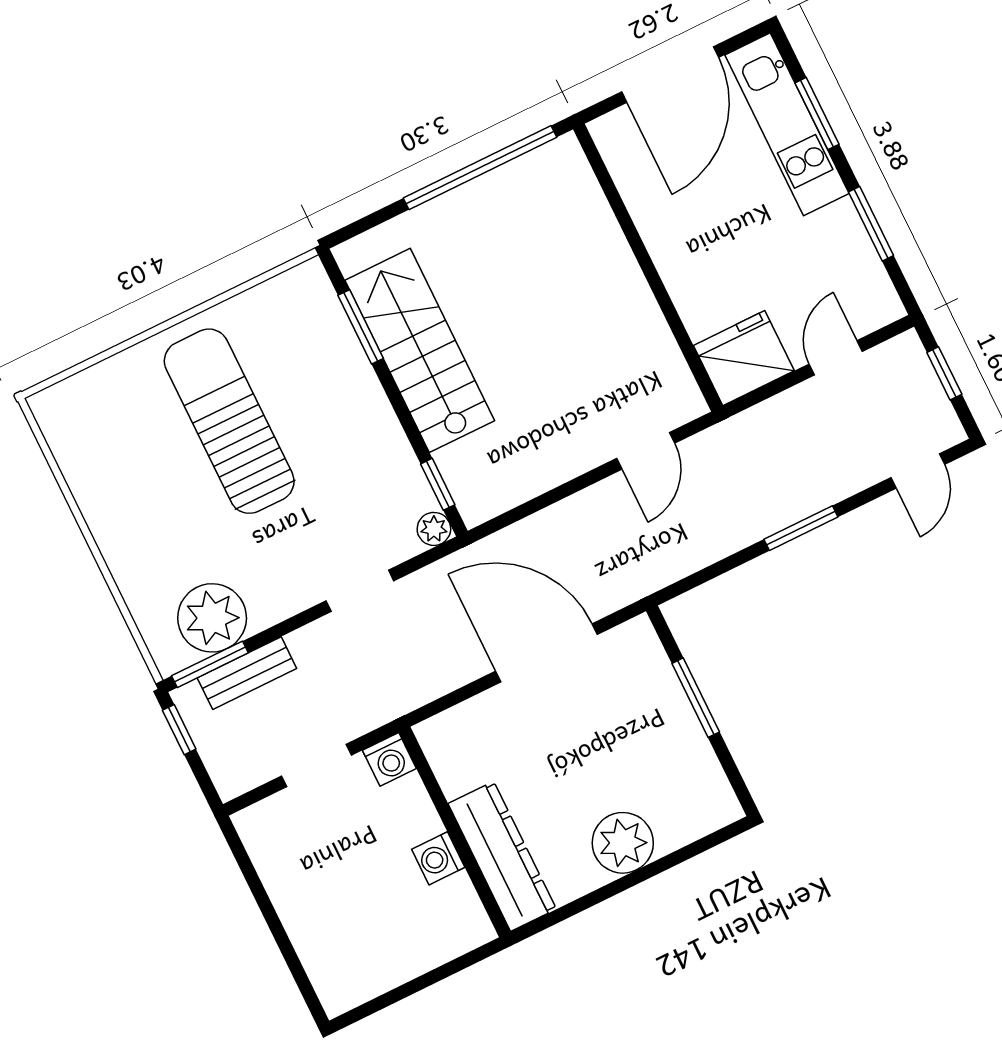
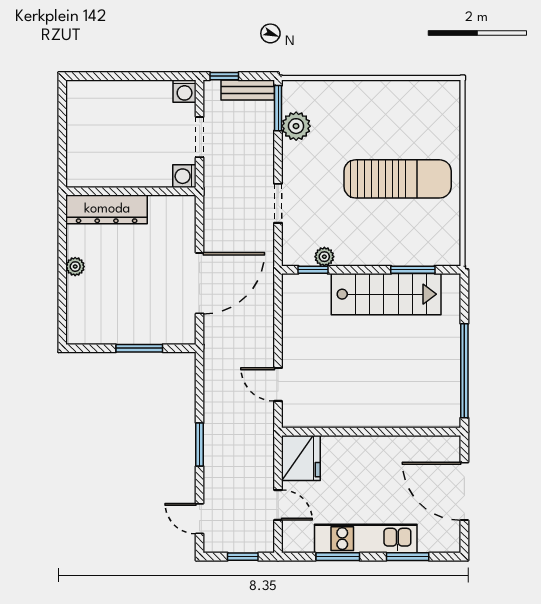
kitchen unit: (787, 124) -> (366, 539), moved
plant: (434, 529) -> (324, 257), moved
plant: (212, 618) -> (296, 126), width x0.73, depth x0.73
bench: (247, 673) -> (248, 90), moved, turned 90
window: (179, 730) -> (224, 76), moved
plant: (623, 843) -> (75, 267), width x0.53, depth x0.53
washing machine: (438, 858) -> (185, 91), moved, turned 180

